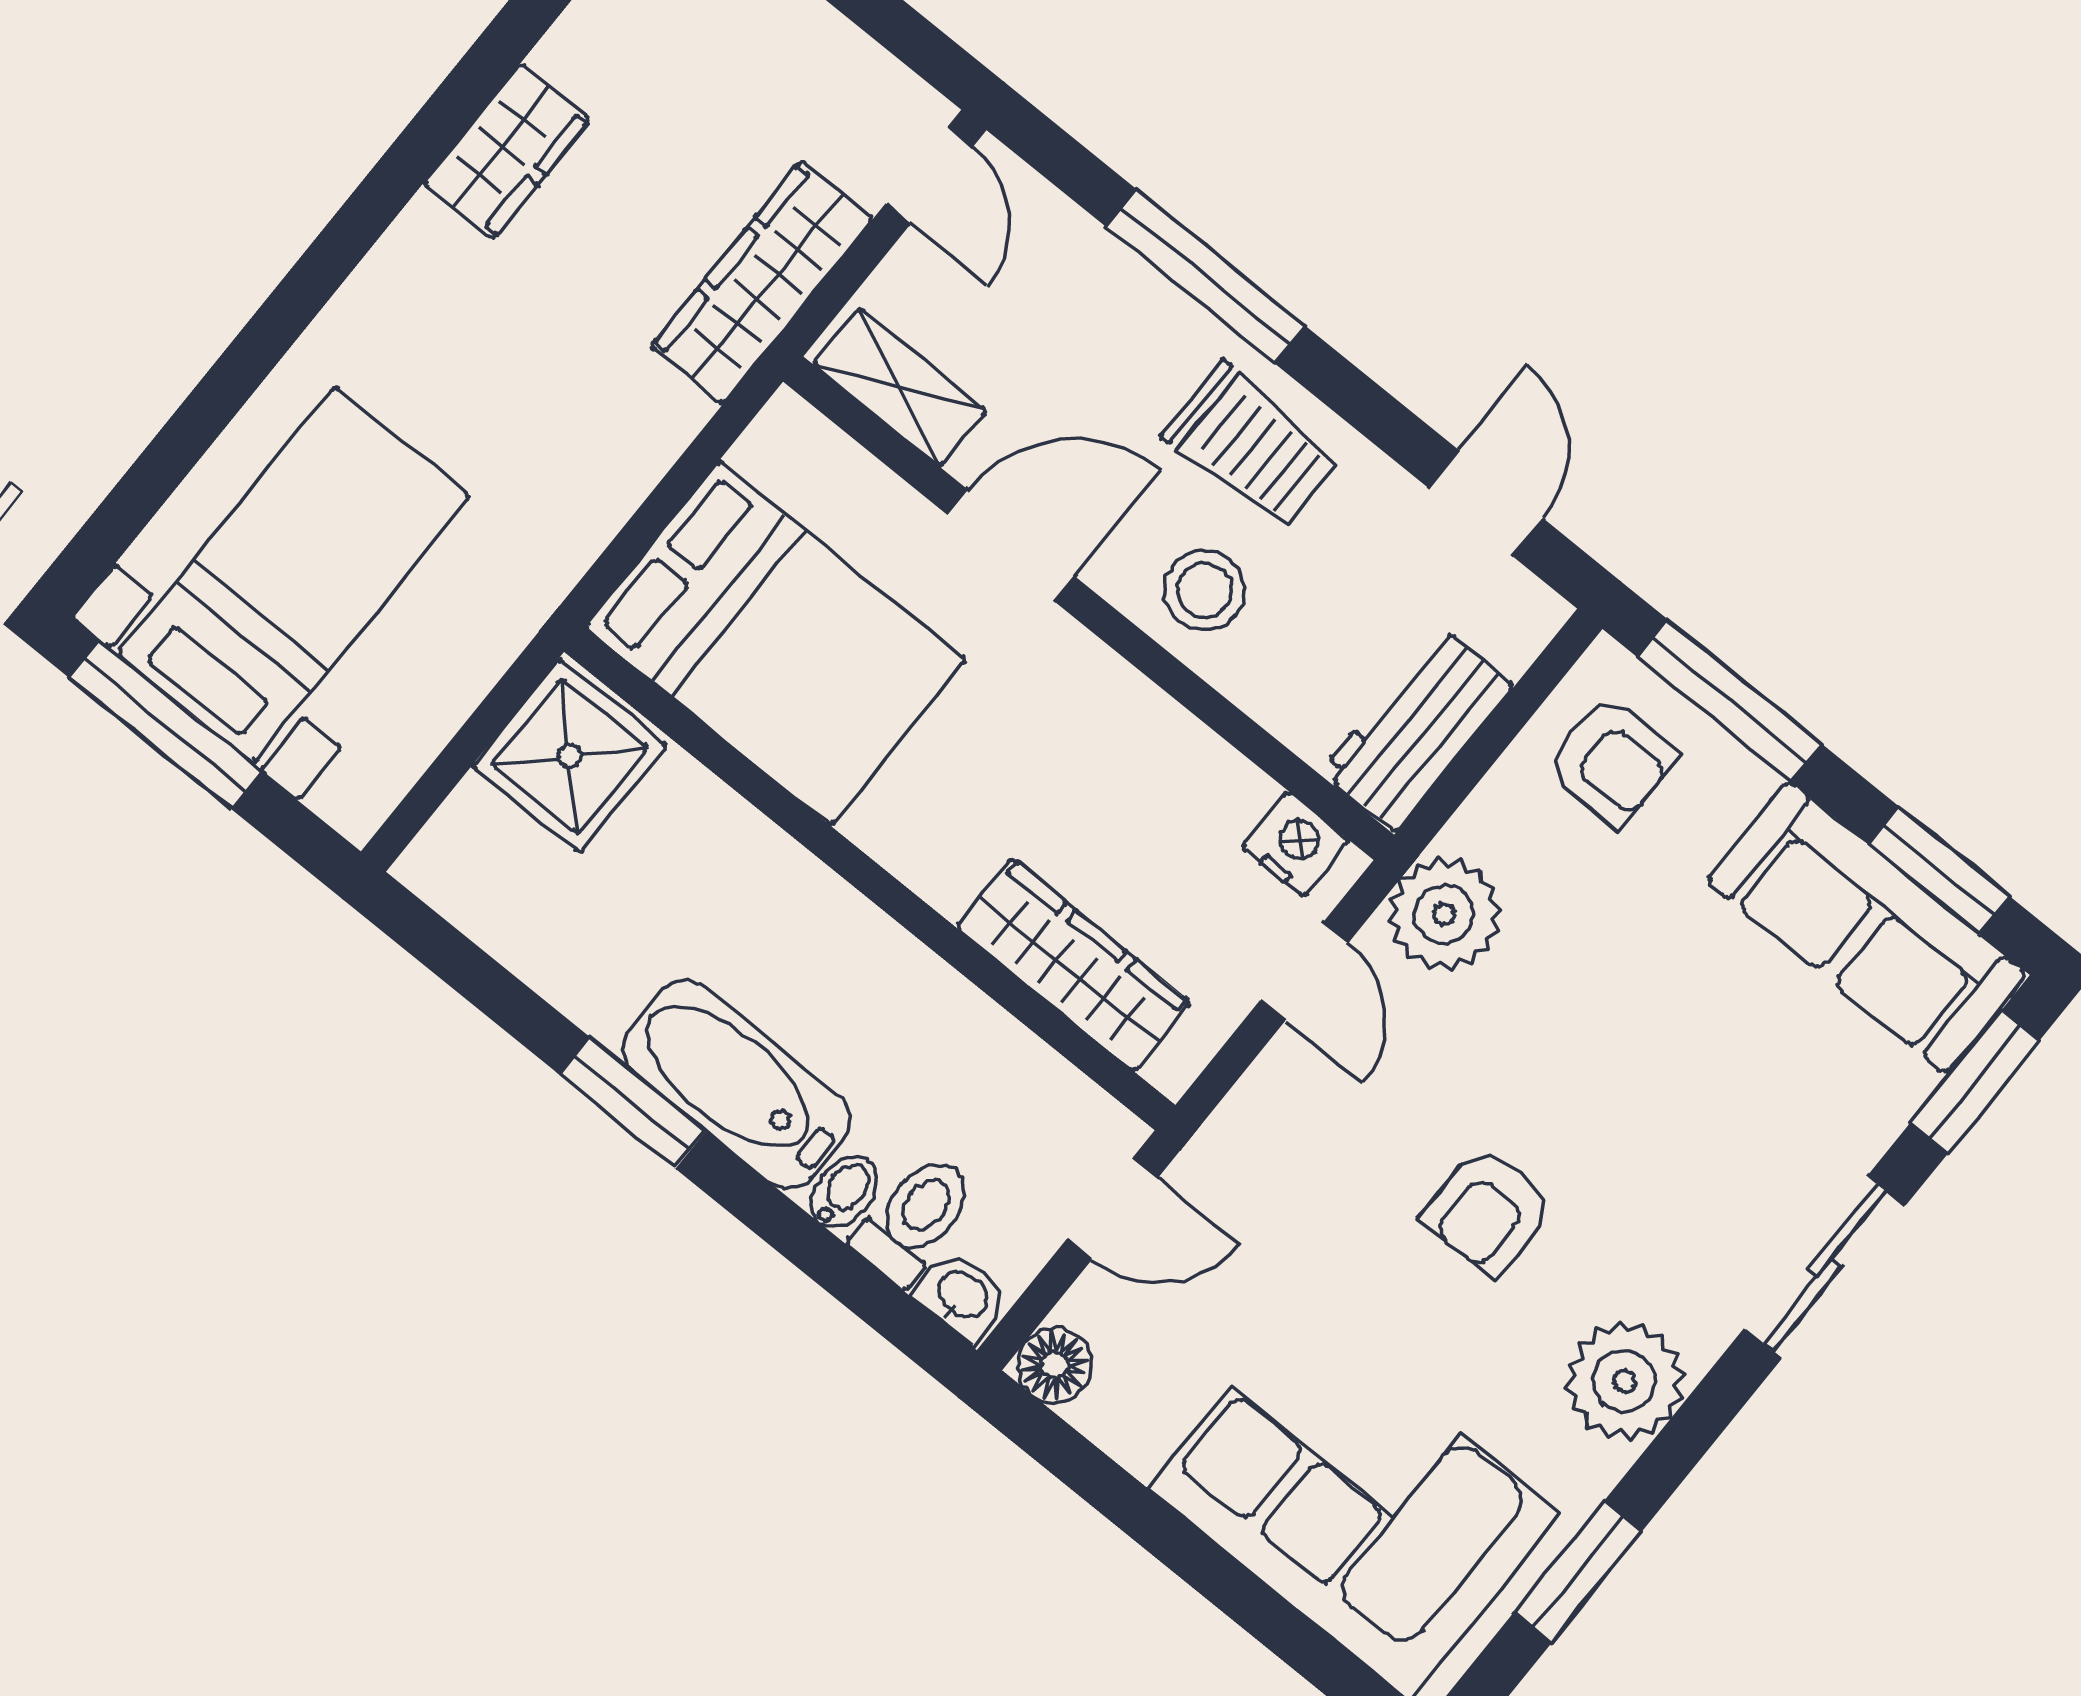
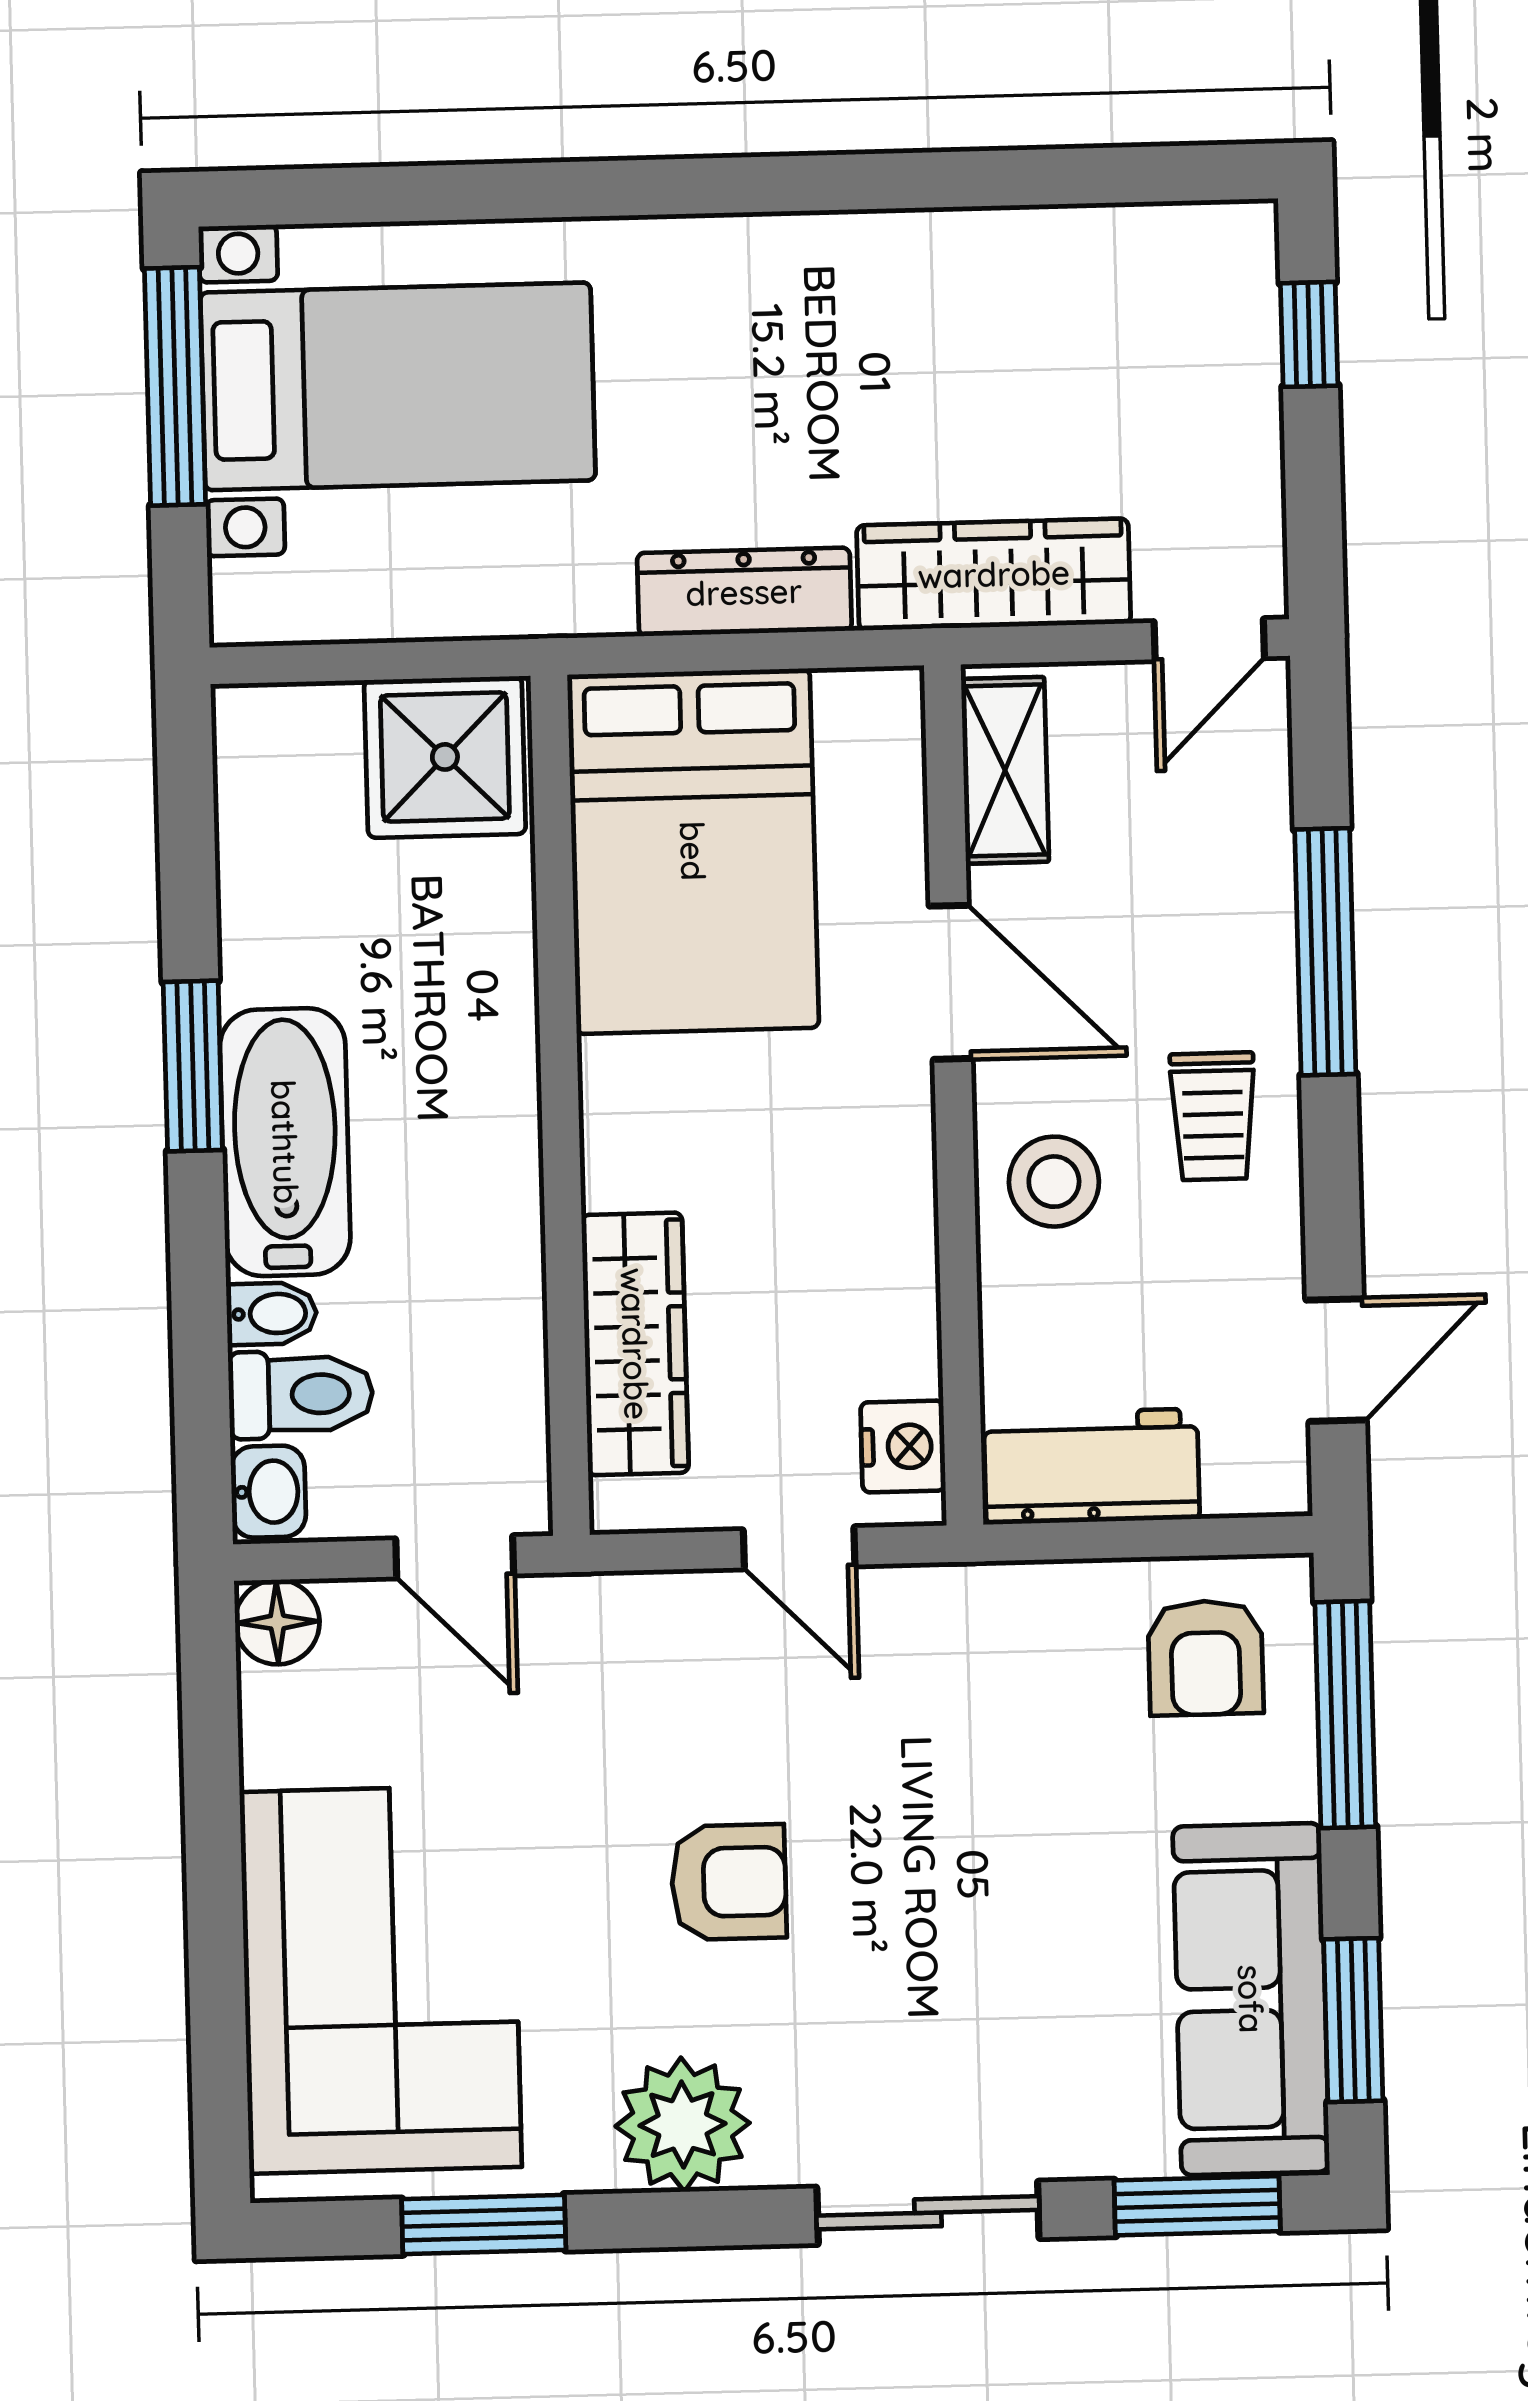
wardrobe: (507, 151) -> (919, 259), removed
trolley: (1252, 446) -> (1213, 1116), width x0.73, depth x0.72
dresser: (630, 460) -> (744, 592), added
plant: (1444, 914) -> (952, 1626), removed
door: (1304, 972) -> (799, 1548), hinge flipped
armchair: (1488, 1211) -> (729, 1882), turned 180

